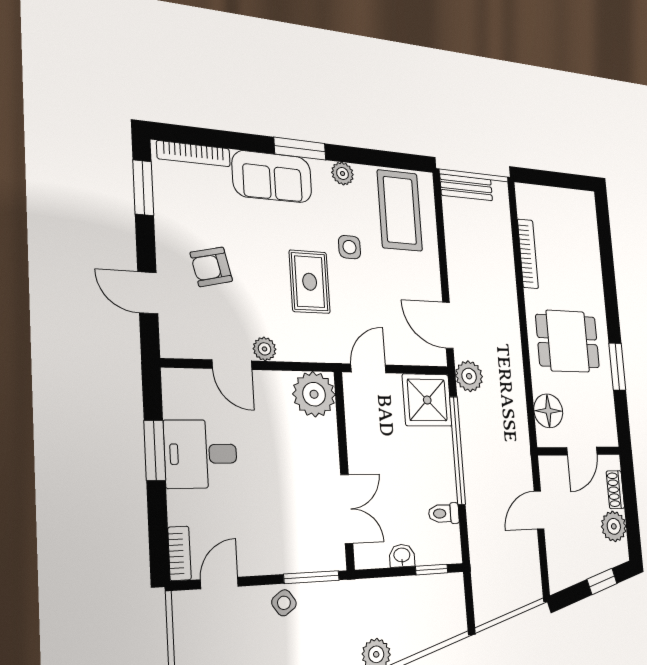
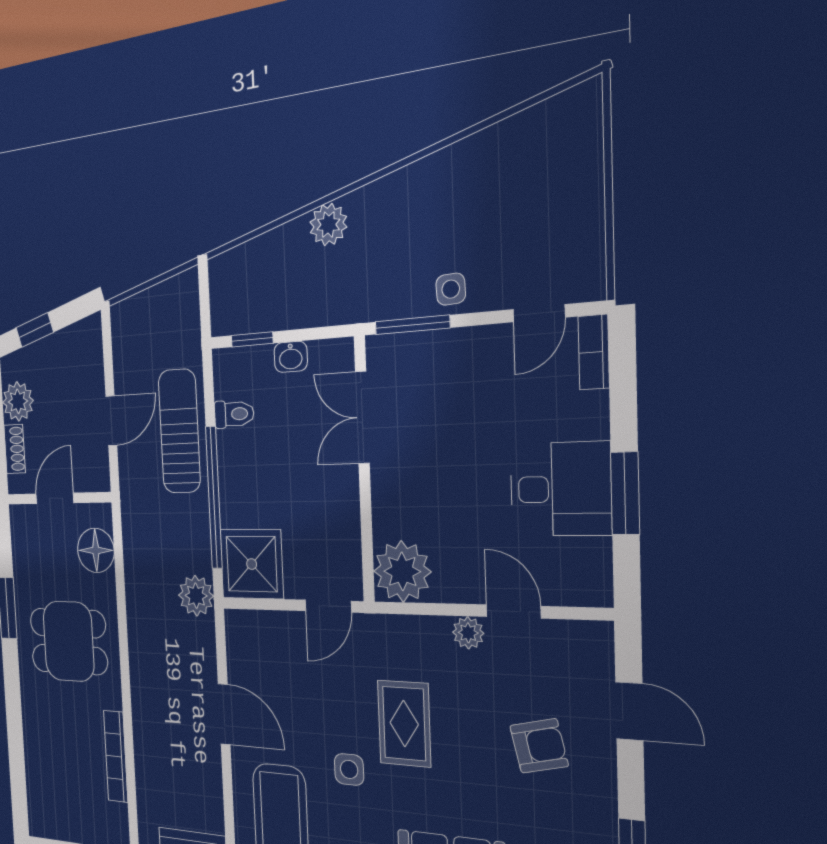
door: (448, 325) -> (224, 714), moved
sun lounger: (486, 501) -> (179, 431), added
side table: (284, 603) -> (451, 289), turned 32

